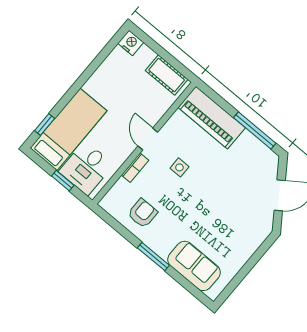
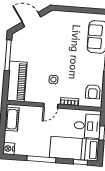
window: (86, 76) -> (41, 159), added
armchair: (143, 213) -> (93, 92), moved, turned -90

